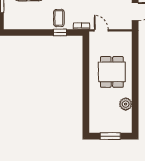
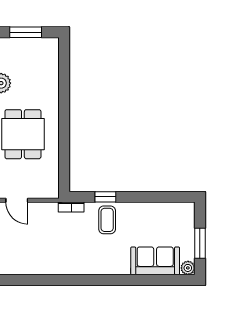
door: (101, 30) -> (17, 200), moved

